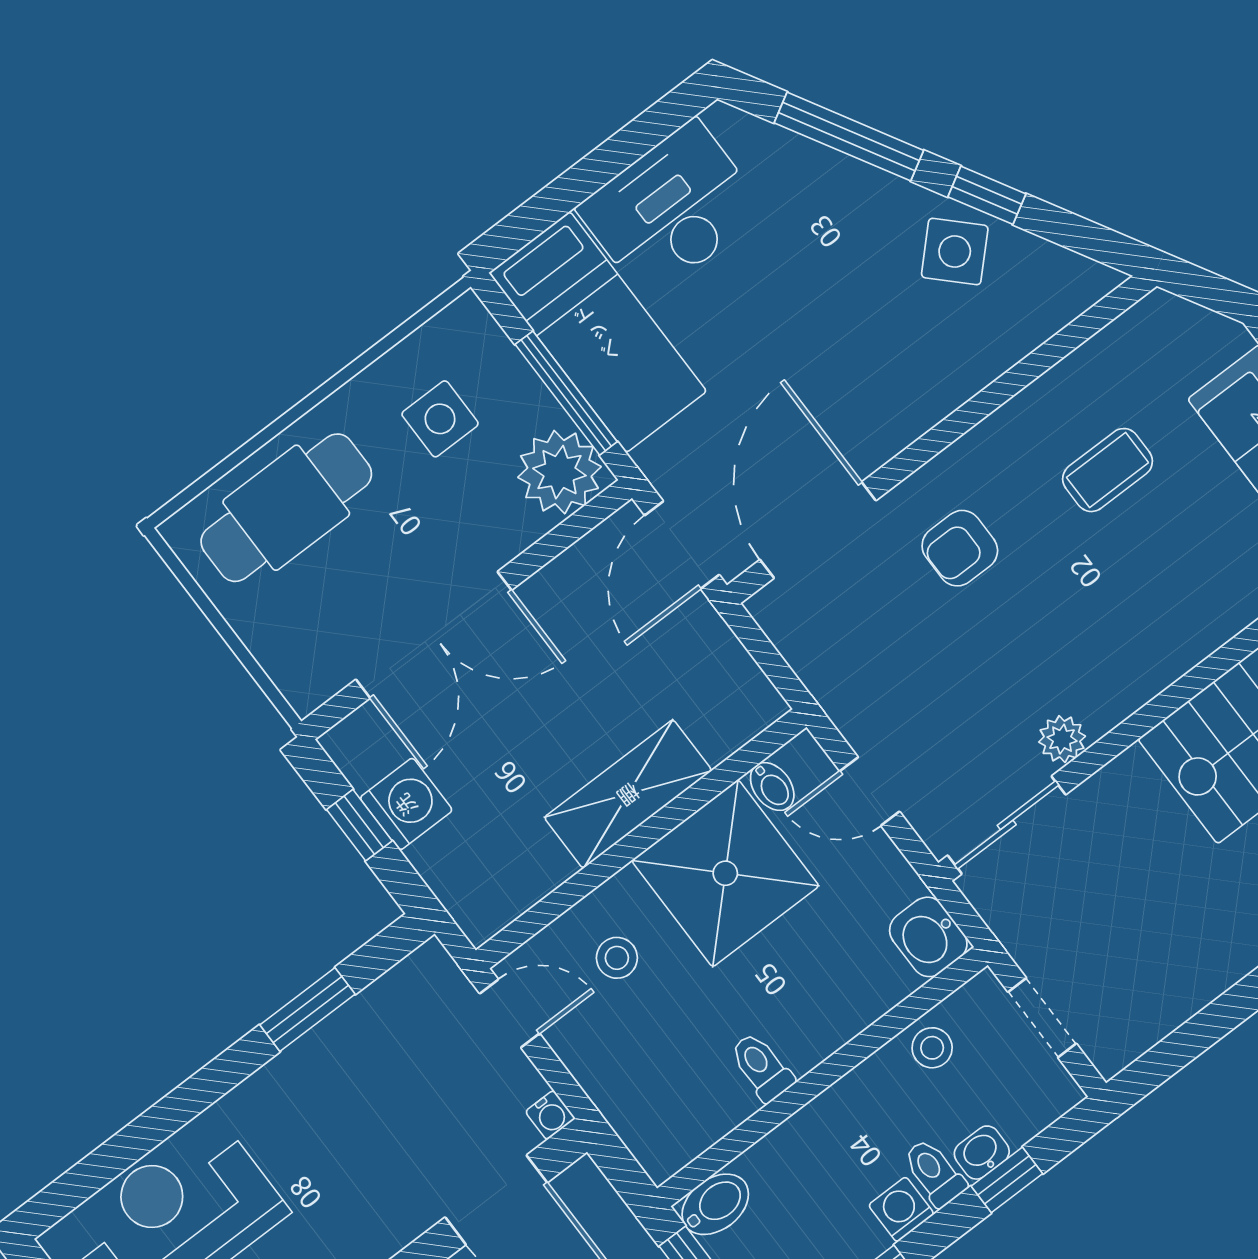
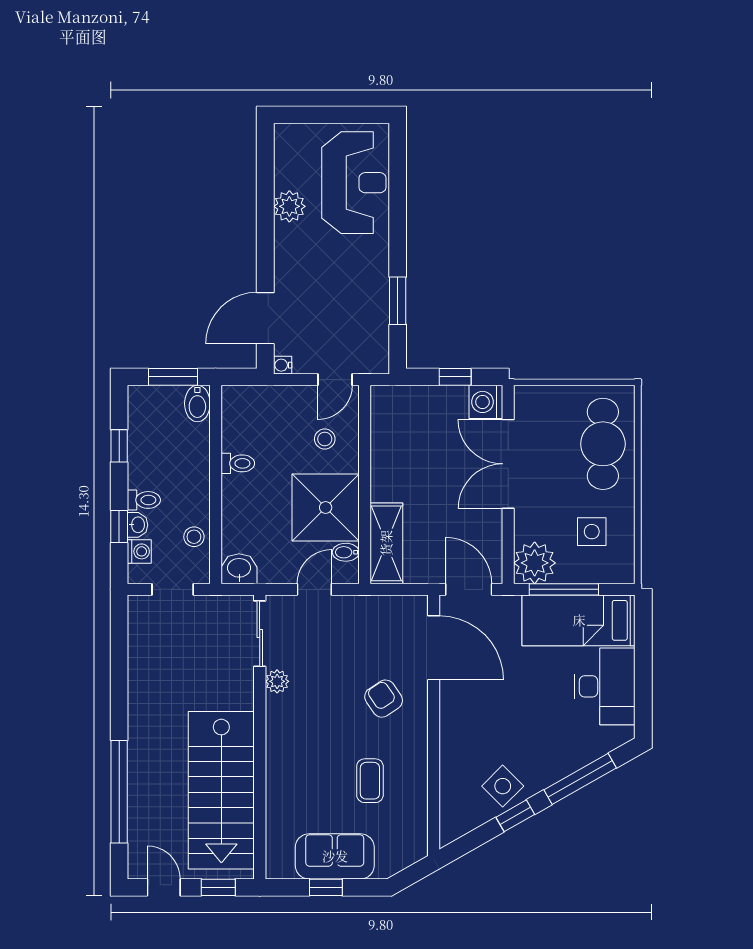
armchair: (960, 548) -> (384, 699), turned -34
shelving: (628, 794) -> (386, 543), moved
washing machine: (406, 804) -> (486, 402), moved, turned 90
washing machine: (901, 1209) -> (139, 551), moved

